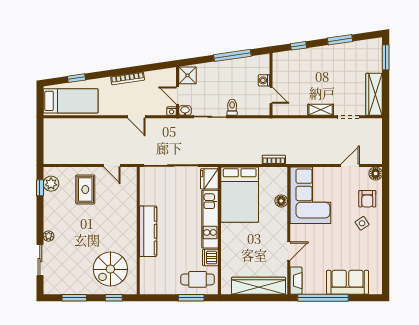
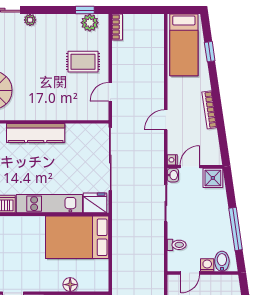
bidet: (261, 67) -> (222, 261), added
toilet: (232, 107) -> (177, 245), moved
bookcase: (274, 160) -> (117, 27), moved

